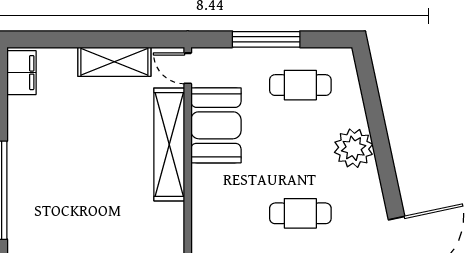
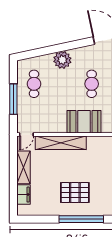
filing cabinet: (21, 73) -> (23, 195), moved, turned 90
booth: (216, 125) -> (84, 122), moved
pallet: (58, 176) -> (75, 193), added

